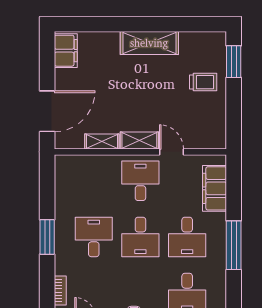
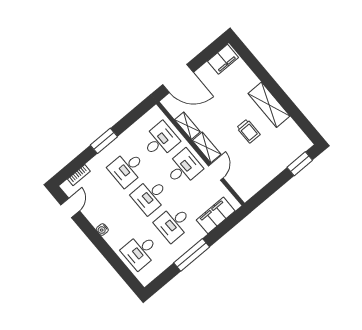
trolley: (203, 82) -> (248, 131), moved
desk: (94, 181) -> (160, 140), added
desk: (94, 237) -> (127, 168), turned 180

